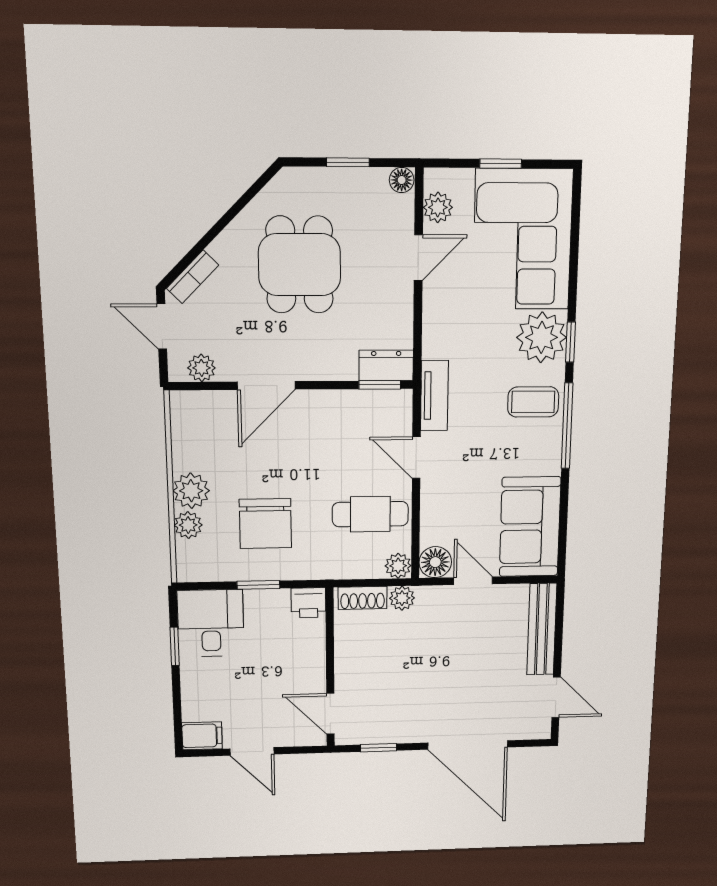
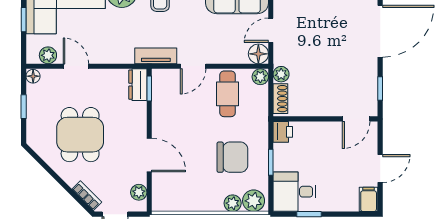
dining table: (300, 265) -> (80, 135), turned 90
plant: (191, 491) -> (254, 201), moved

